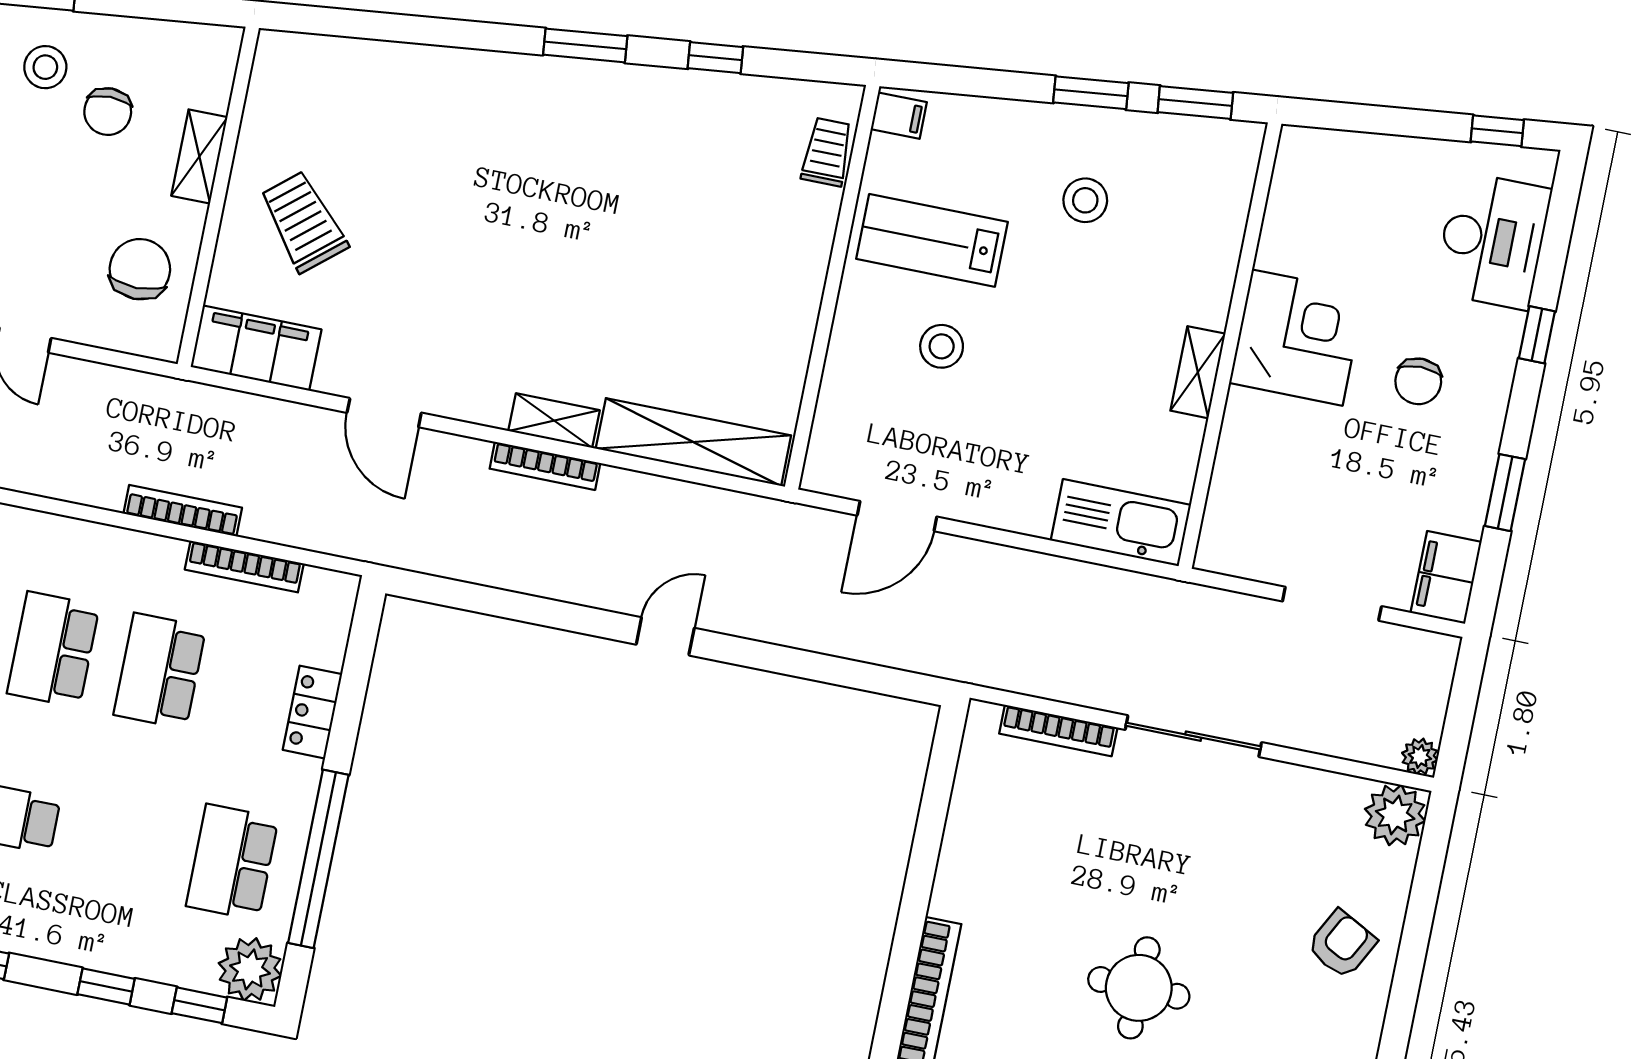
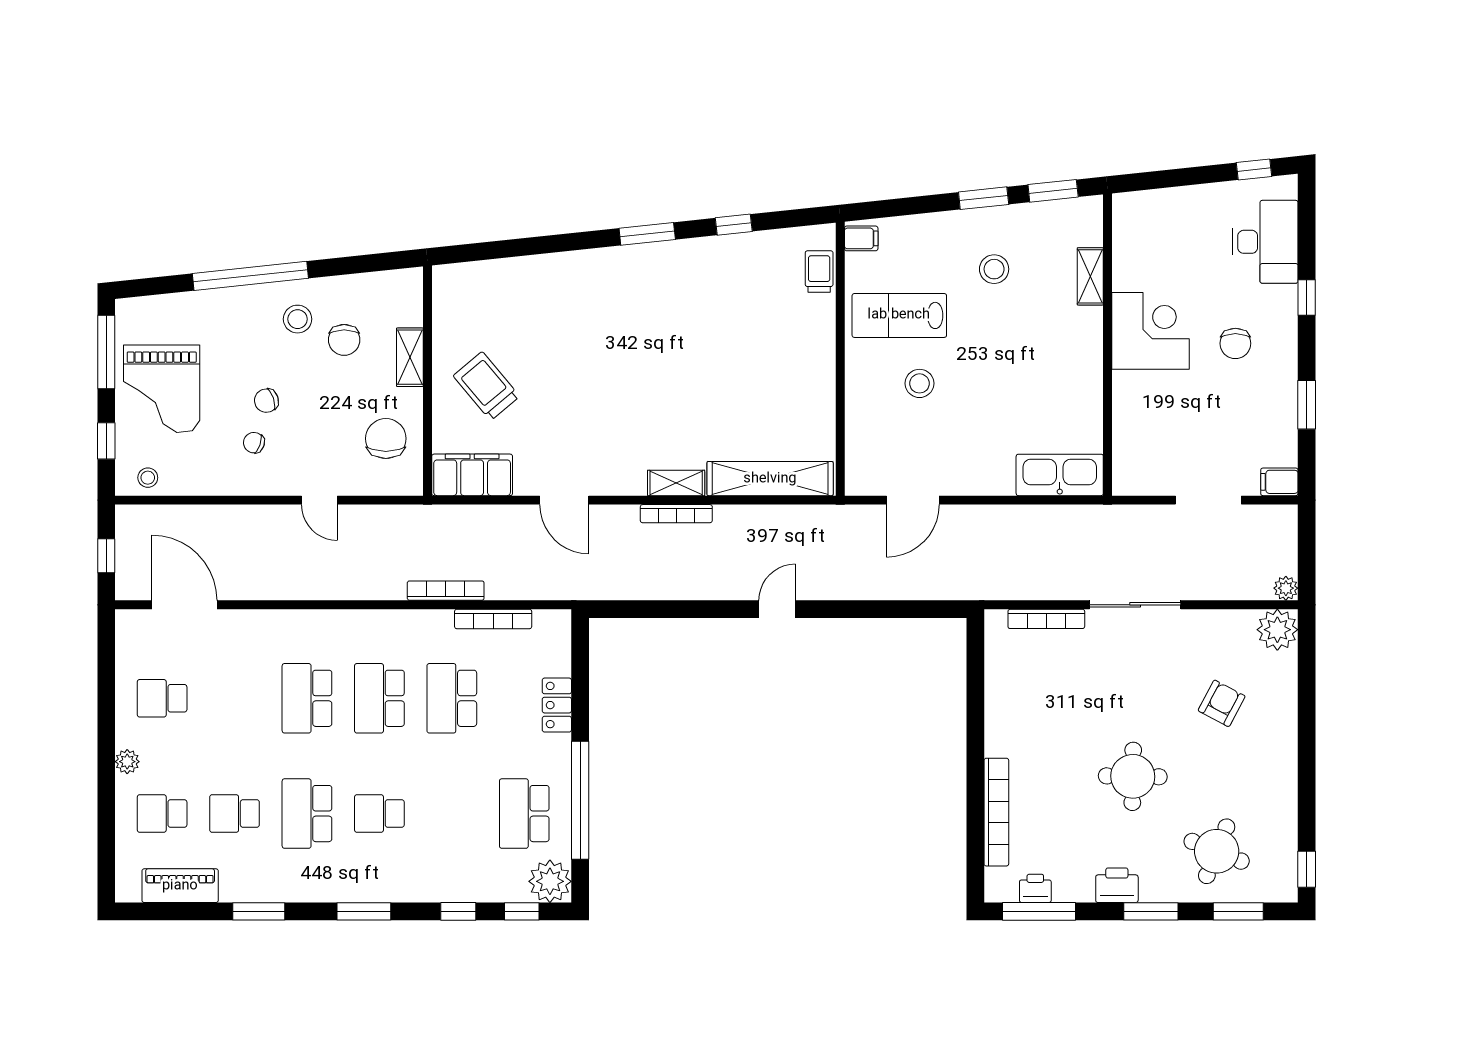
shelving: (1198, 372) -> (1090, 276), moved
filing cabinet: (1446, 577) -> (1279, 482), width x0.50
armchair: (1342, 944) -> (1222, 703), moved

